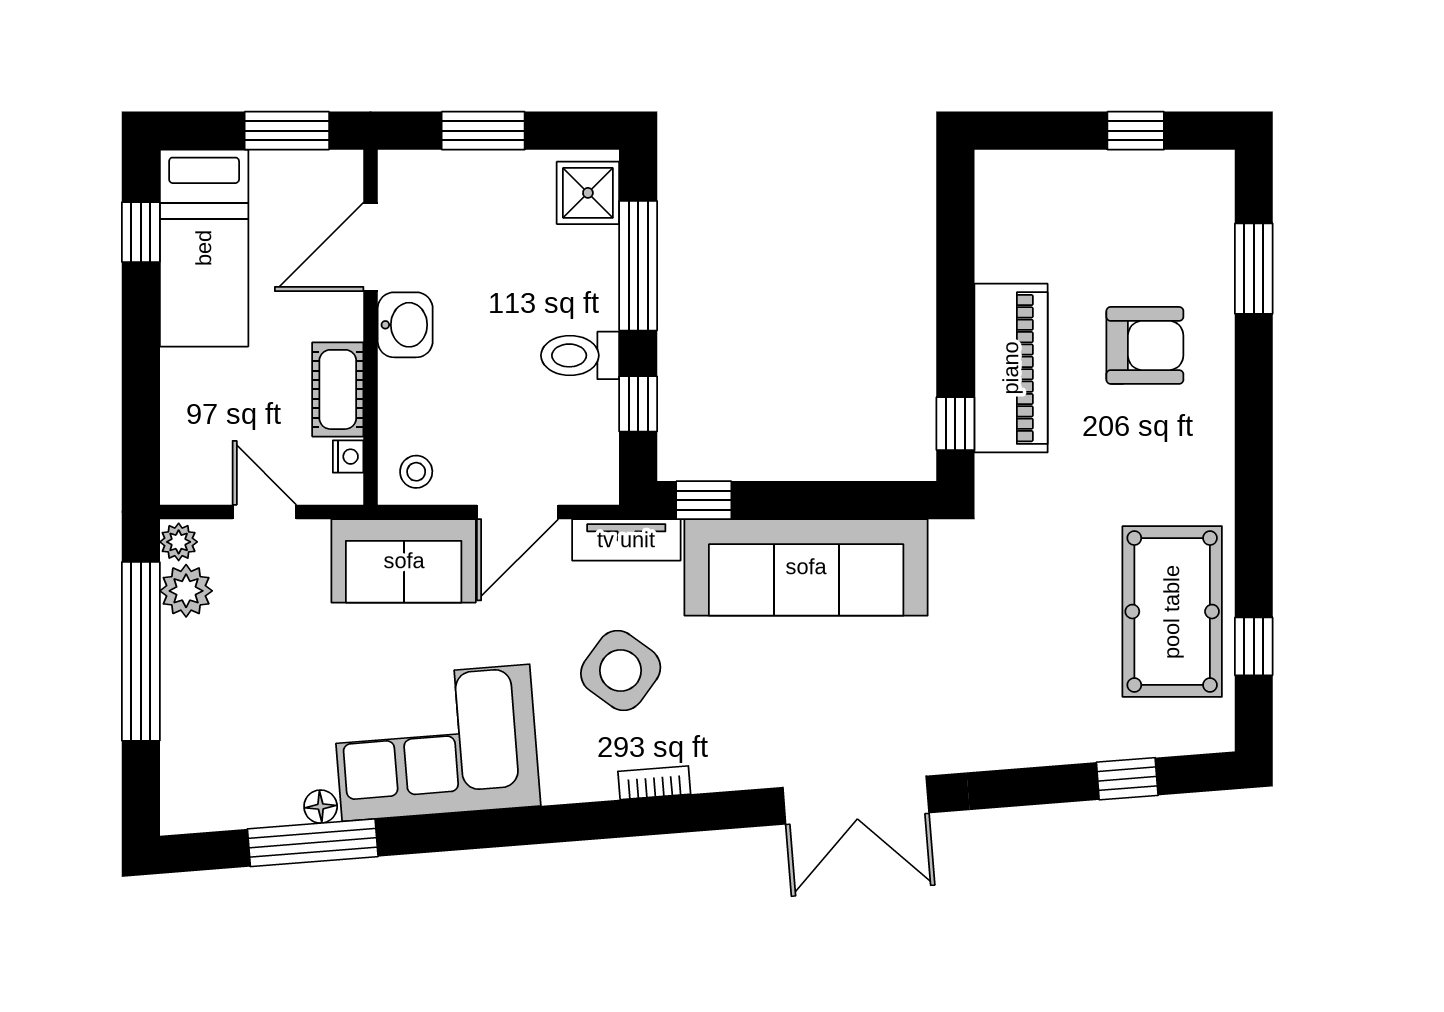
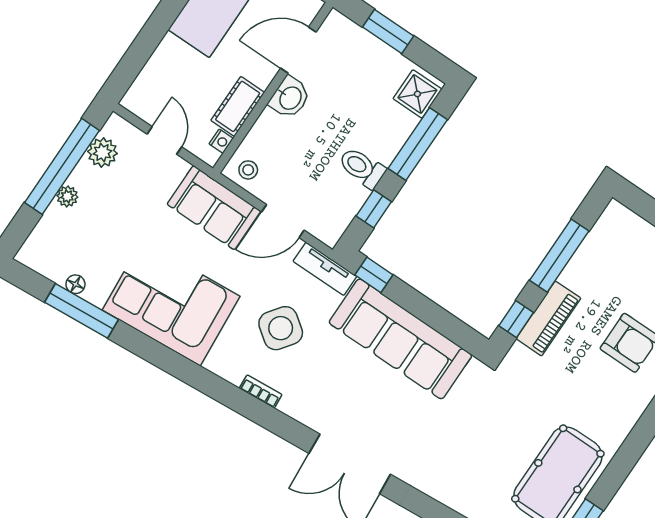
window: (955, 288) -> (559, 256), added
piano: (1011, 368) -> (548, 318), width x0.73, depth x0.75
plant: (179, 542) -> (67, 196), moved
floor lamp: (321, 807) -> (75, 284), moved

